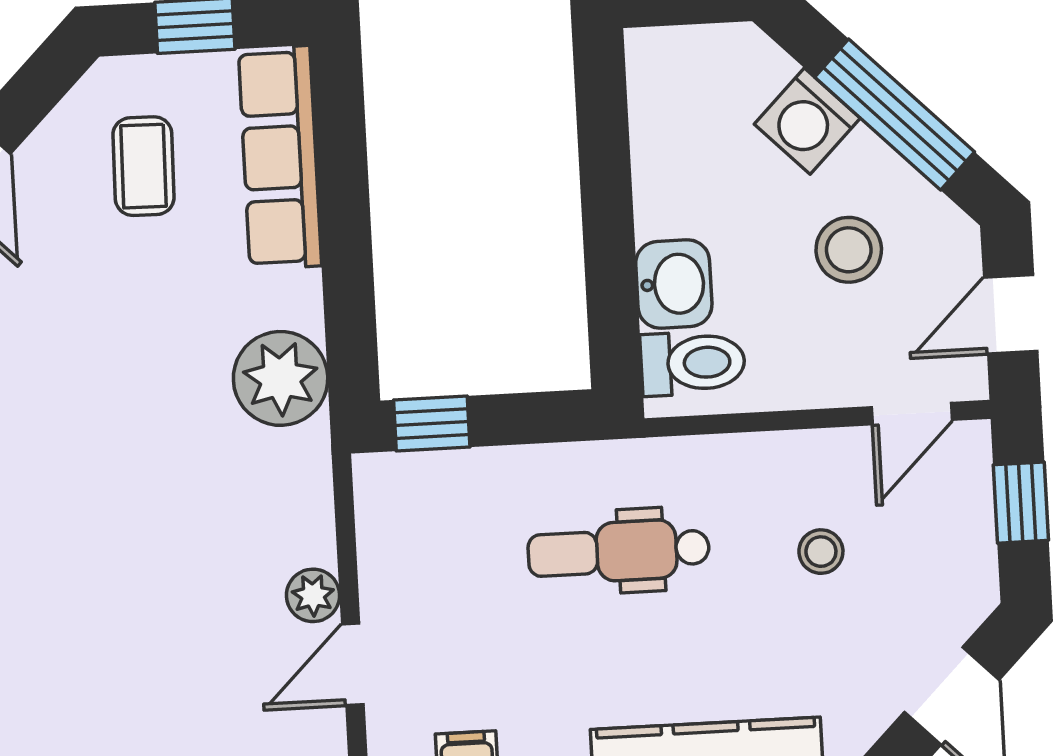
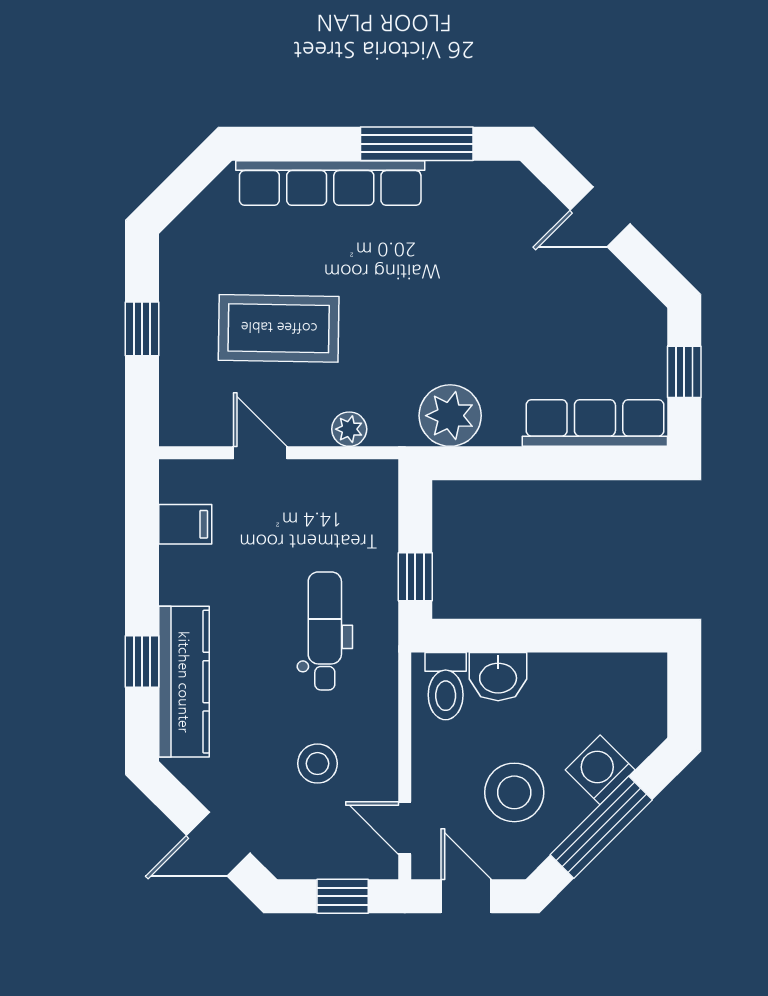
coffee table: (143, 166) -> (279, 328), moved, width x1.86, depth x1.72
stool: (849, 250) -> (514, 792), width x1.38, depth x1.38
window: (432, 423) -> (415, 577), moved
stool: (821, 552) -> (317, 764), width x1.37, depth x1.37
plant: (313, 595) -> (349, 429), moved

